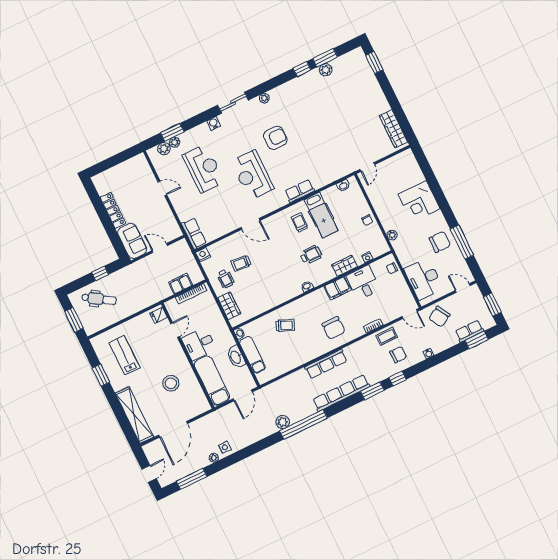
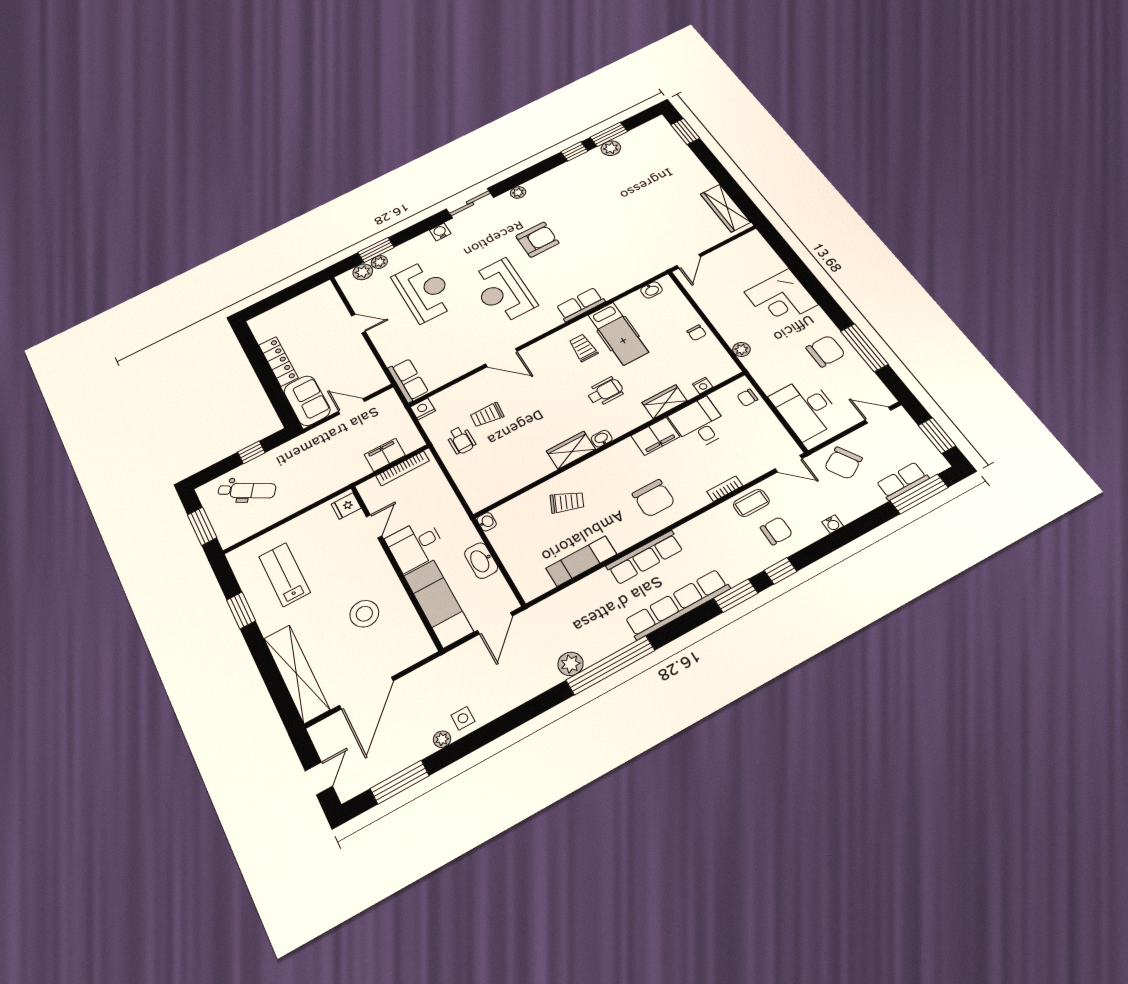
wardrobe: (229, 306) -> (571, 450), moved, turned -90
window: (477, 340) -> (919, 494), width x1.44
exam couch: (252, 355) -> (581, 561), moved, turned -90

